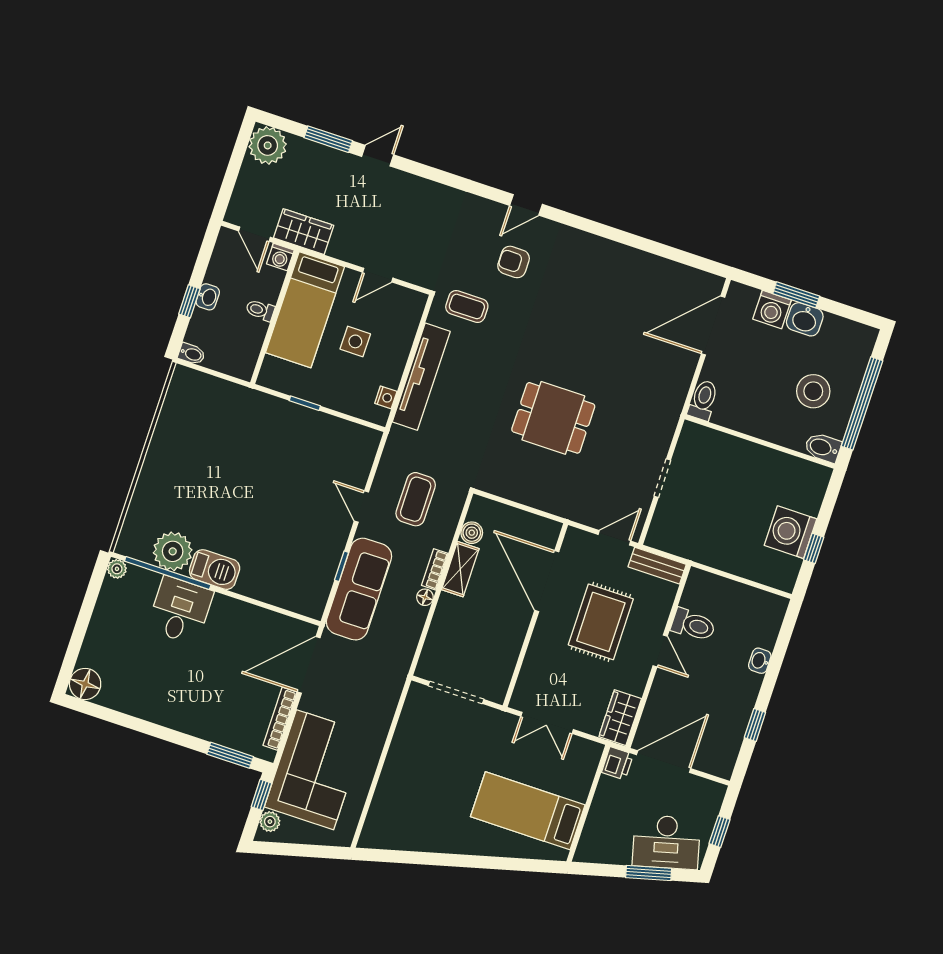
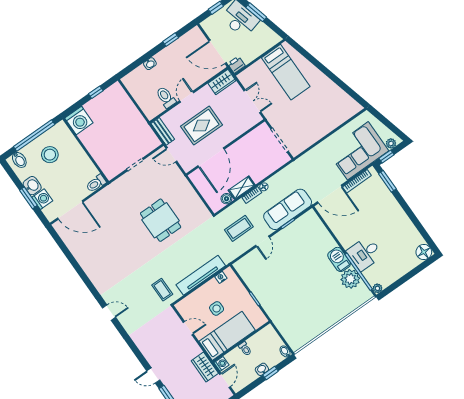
armchair: (514, 262) -> (131, 294), removed
bidet: (823, 448) -> (19, 160), moved
washing machine: (791, 532) -> (79, 120), moved

